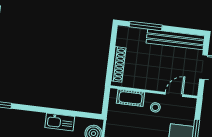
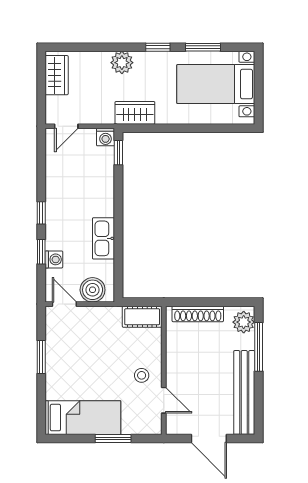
plant: (128, 34) -> (244, 322), added
cot: (131, 98) -> (142, 317), moved, turned 90

